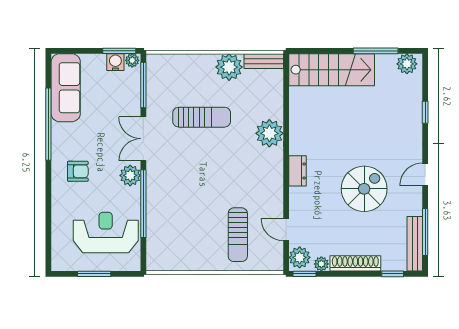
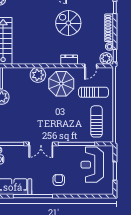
sun lounger: (202, 117) -> (97, 121), moved
dresser: (297, 171) -> (69, 60), moved
plant: (130, 175) -> (61, 151), removed
parasol: (253, 176) -> (61, 84), added

